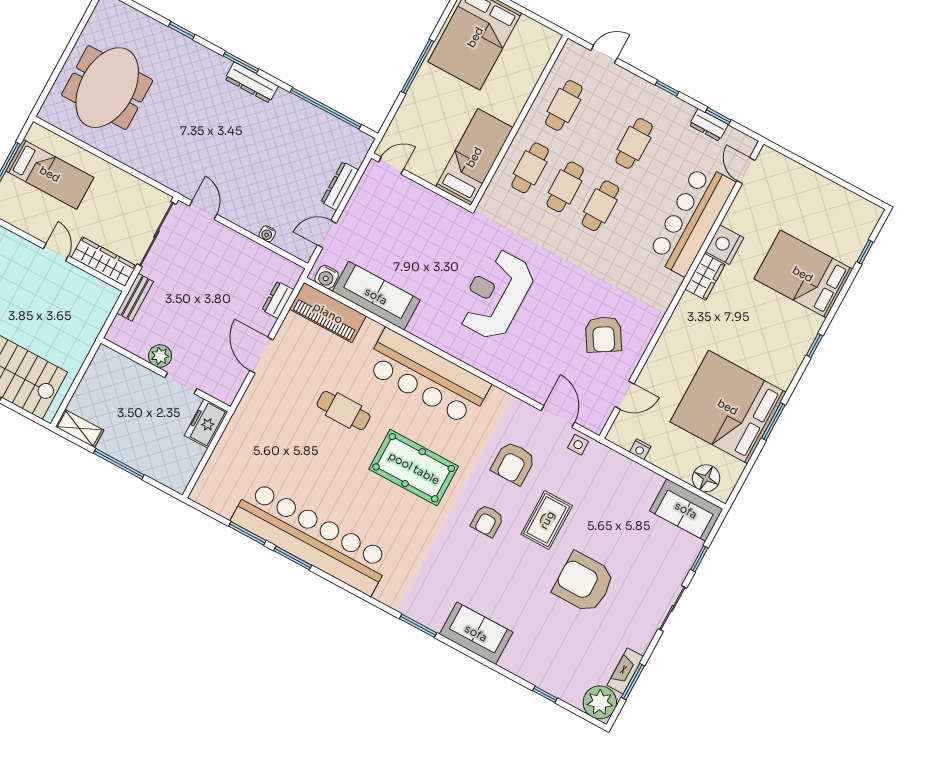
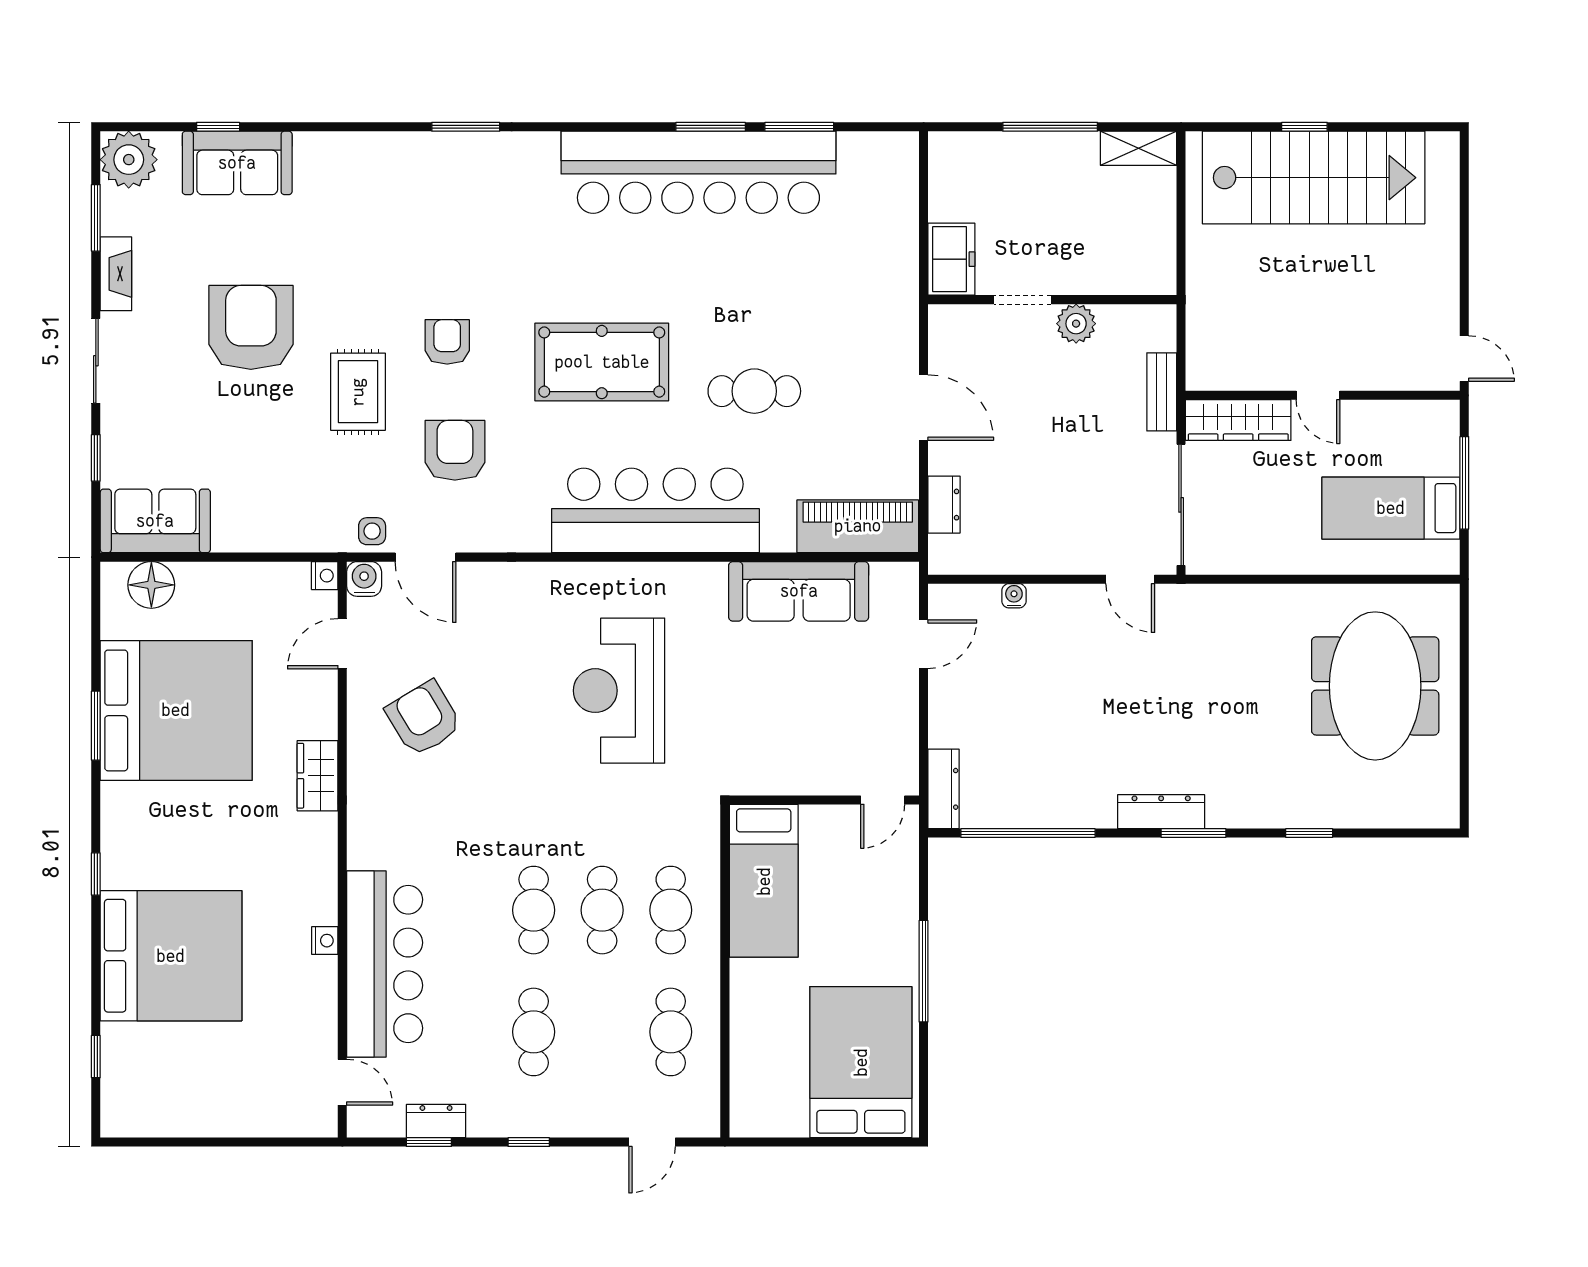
dresser: (340, 186) -> (944, 789), moved
nightstand: (724, 245) -> (325, 941), width x0.53, depth x0.56
bed: (803, 274) -> (171, 956), width x1.36
water cooler: (327, 277) -> (364, 579), moved
wardrobe: (705, 277) -> (318, 776), moved
reception desk: (496, 295) -> (619, 691), turned 180
nightstand: (640, 449) -> (325, 576), moved, turned 90
armchair: (584, 583) -> (251, 327), turned -90
sofa: (476, 633) -> (237, 163), moved
fireplace: (625, 671) -> (116, 274), moved

